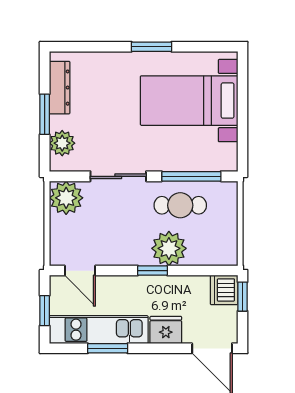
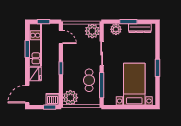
plant: (169, 248) -> (70, 98), moved
door: (80, 271) -> (61, 37), swing flipped

